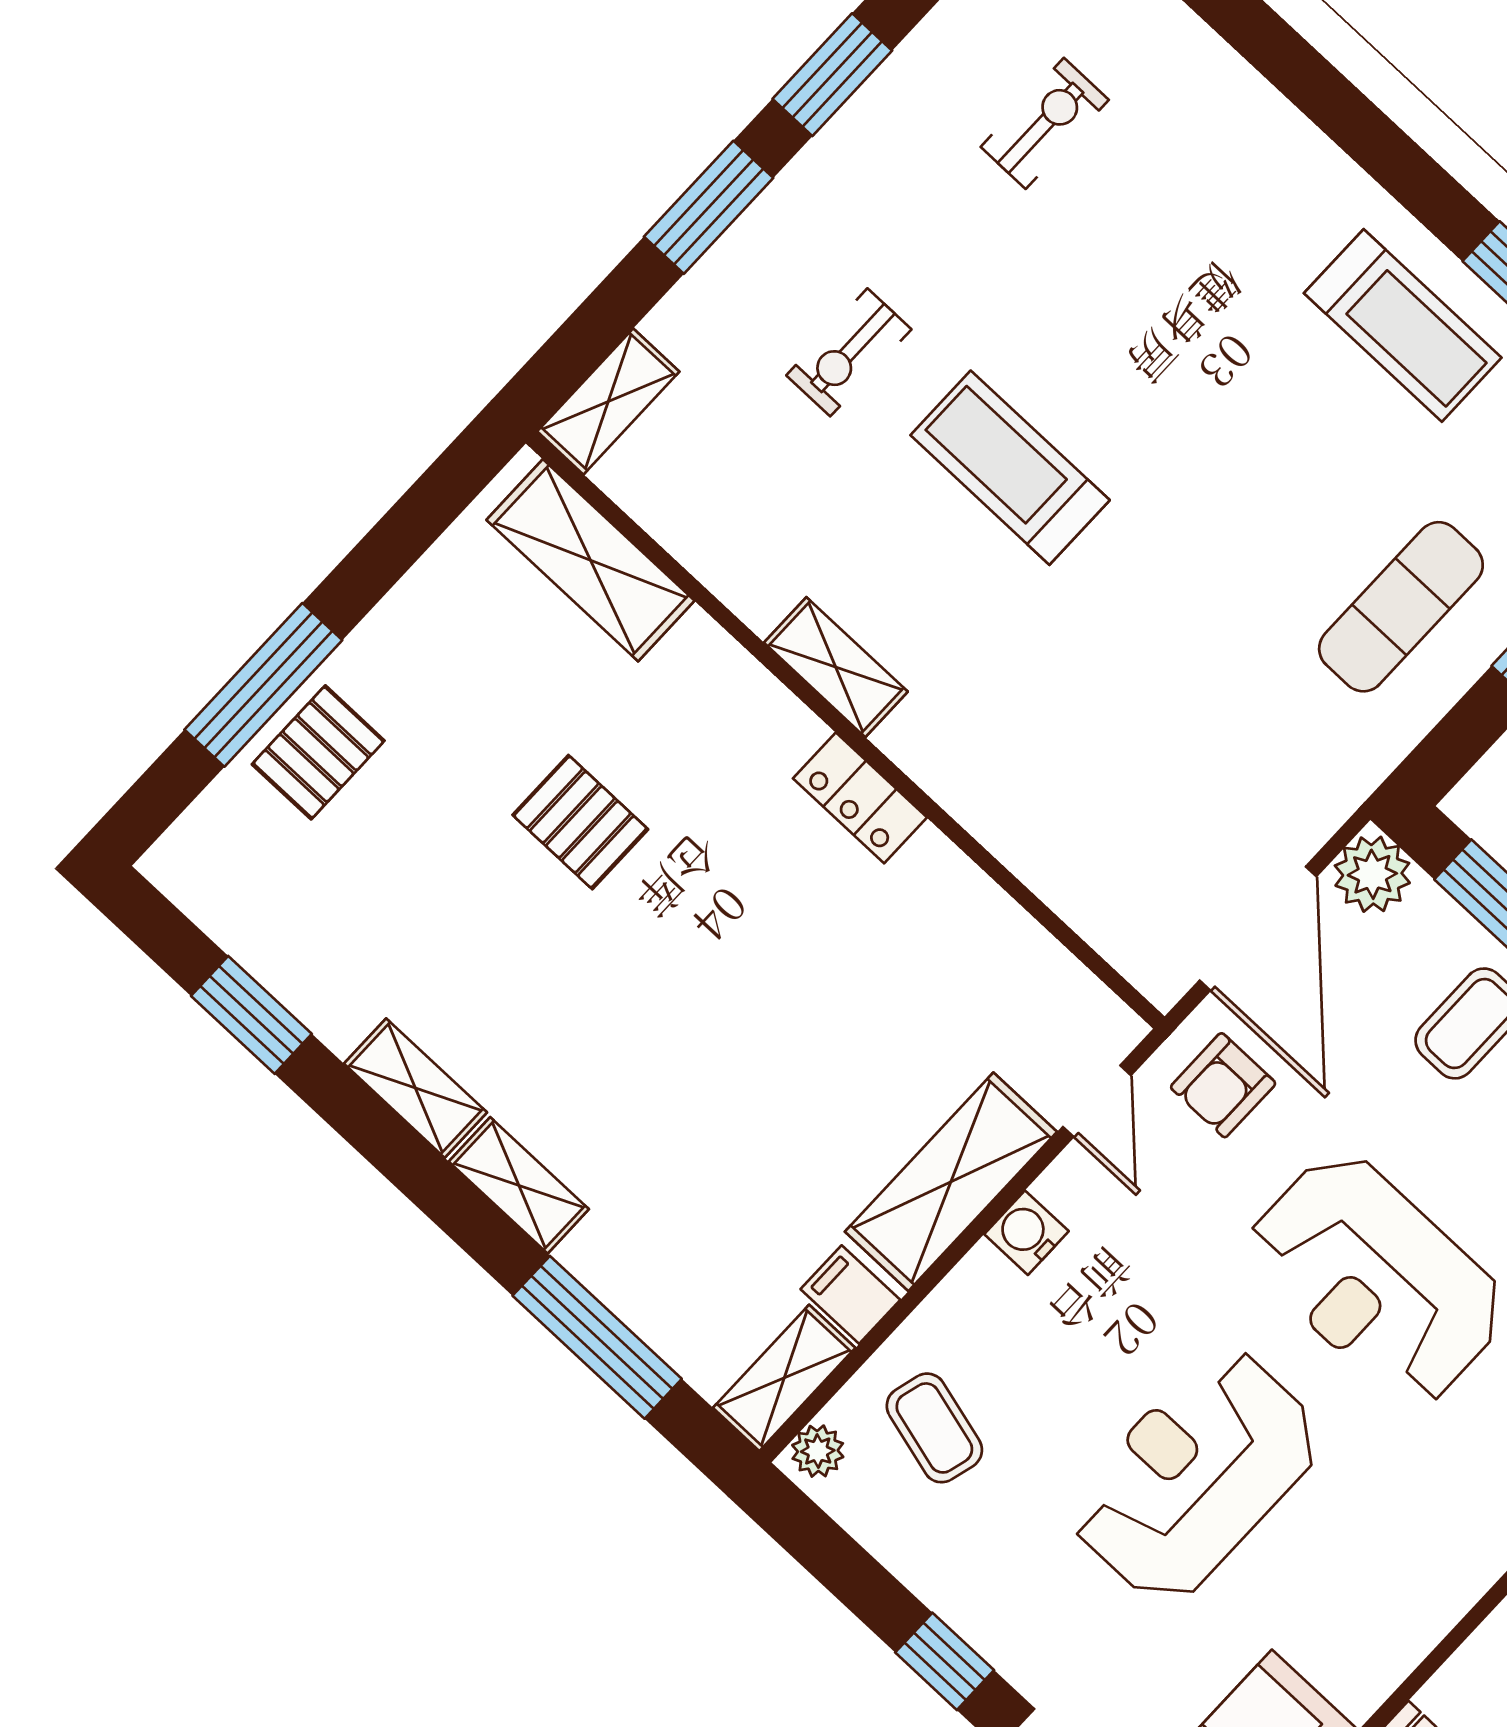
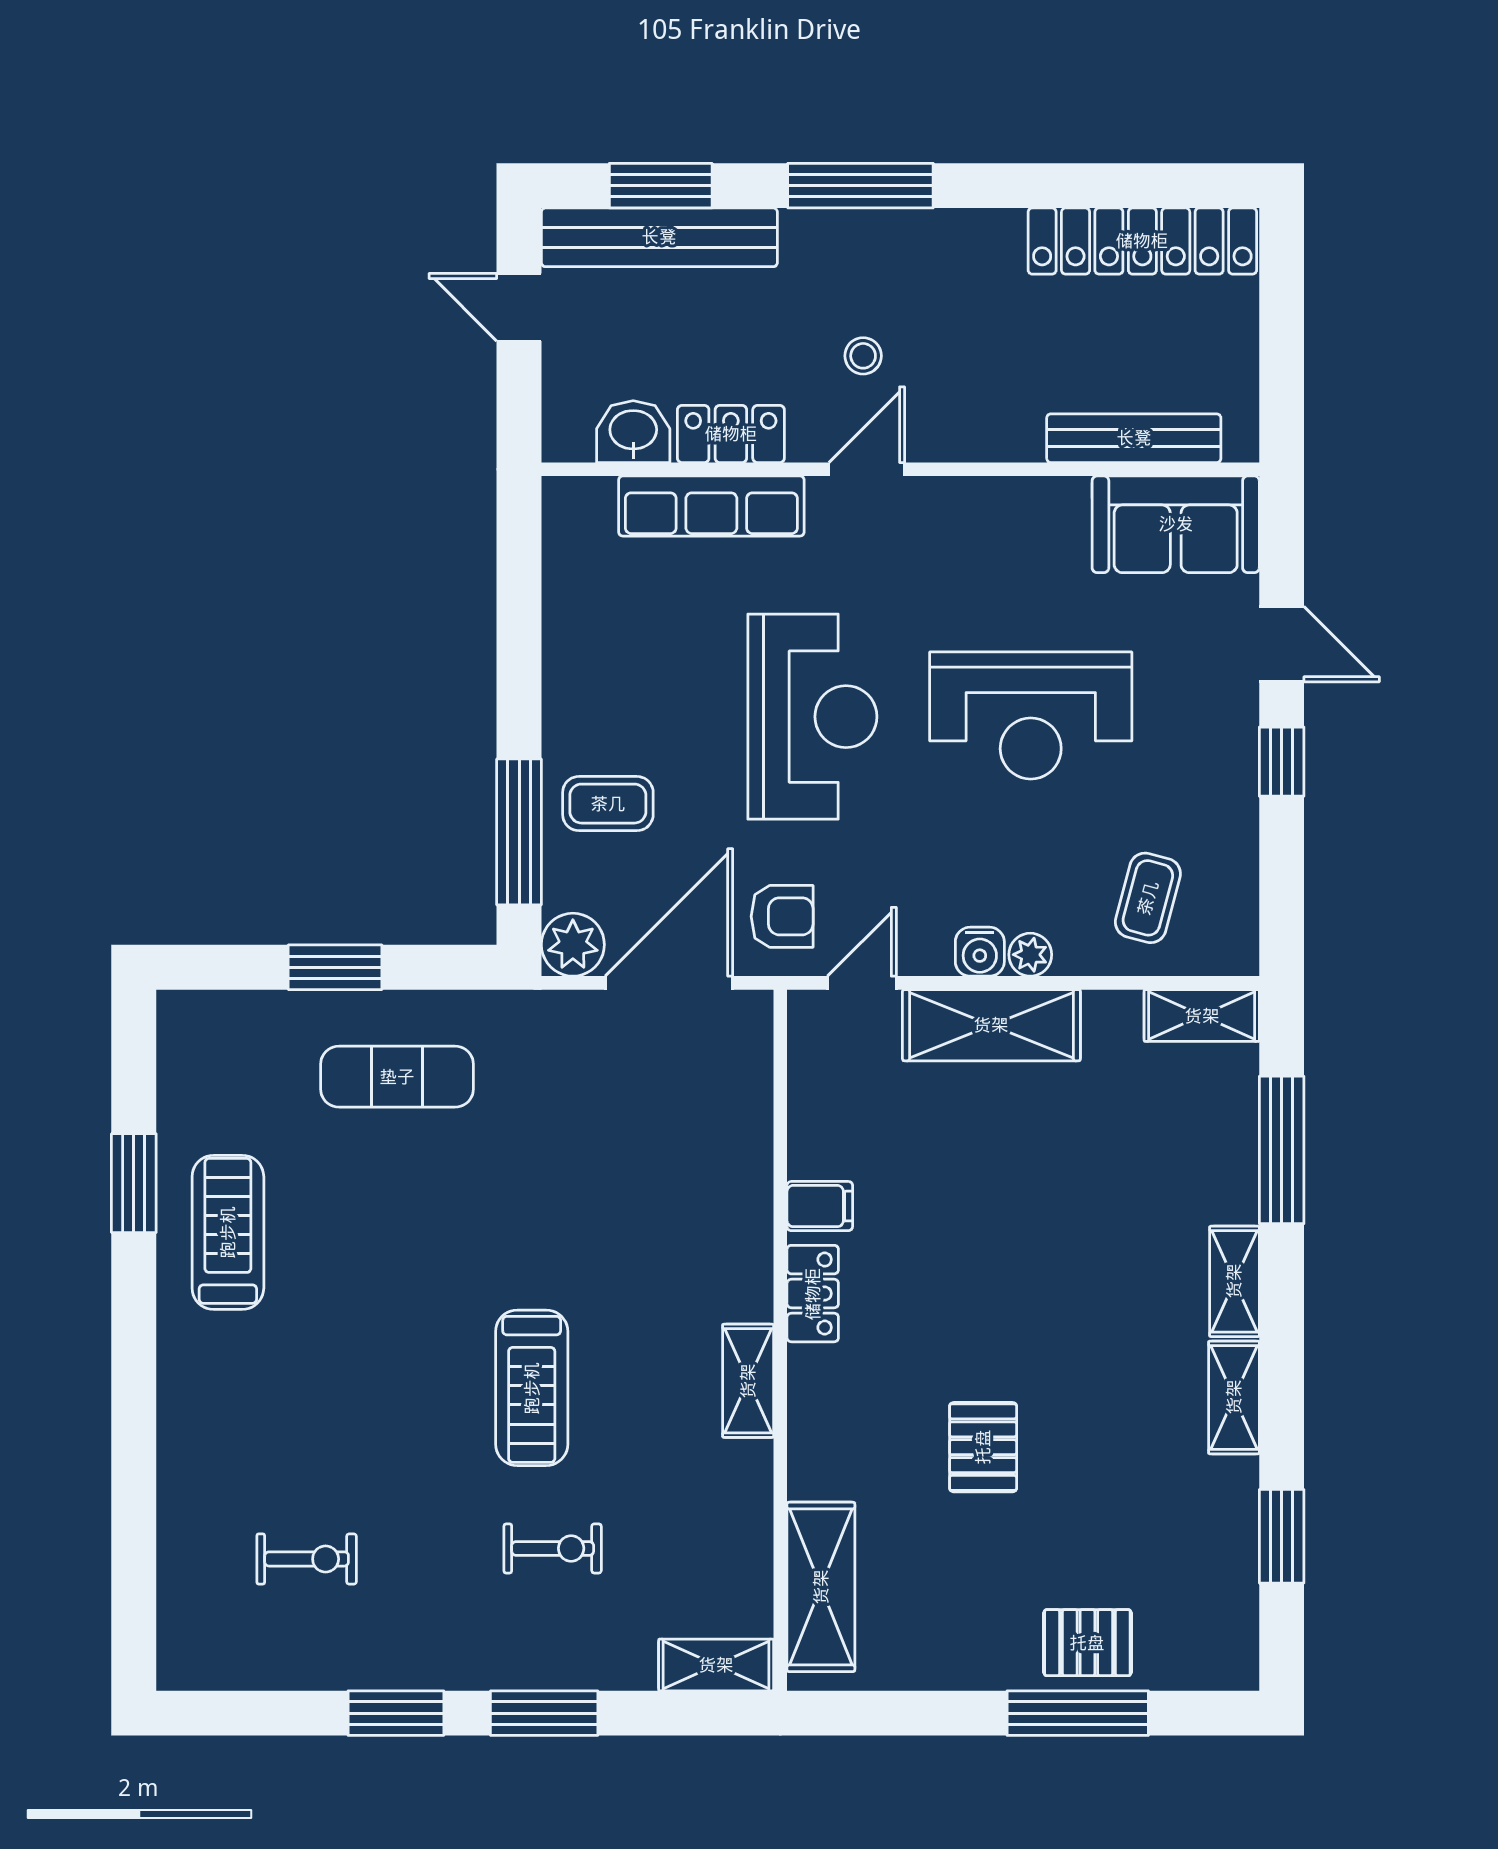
exercise bike: (1045, 123) -> (307, 1559), turned 180
filing cabinet: (850, 1295) -> (820, 1206), moved, turned -90
plant: (818, 1451) -> (1030, 955), moved

